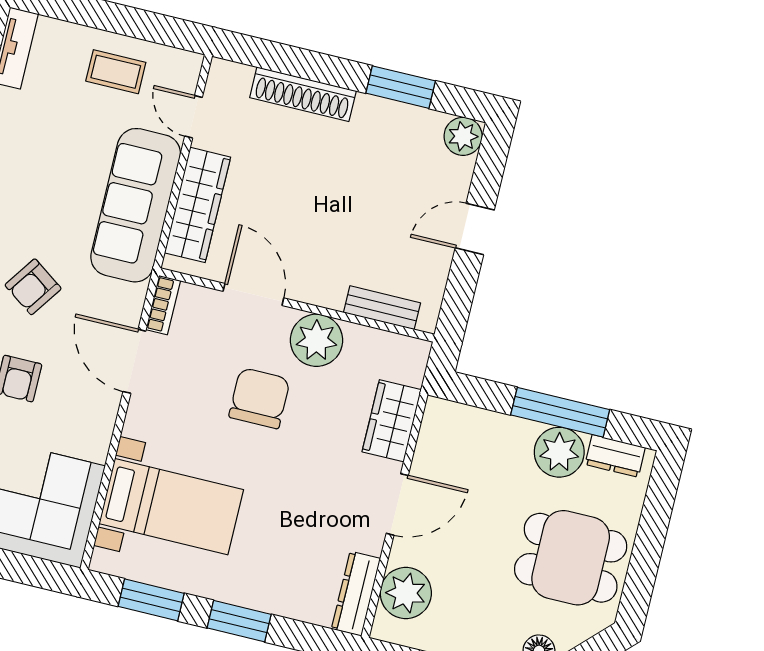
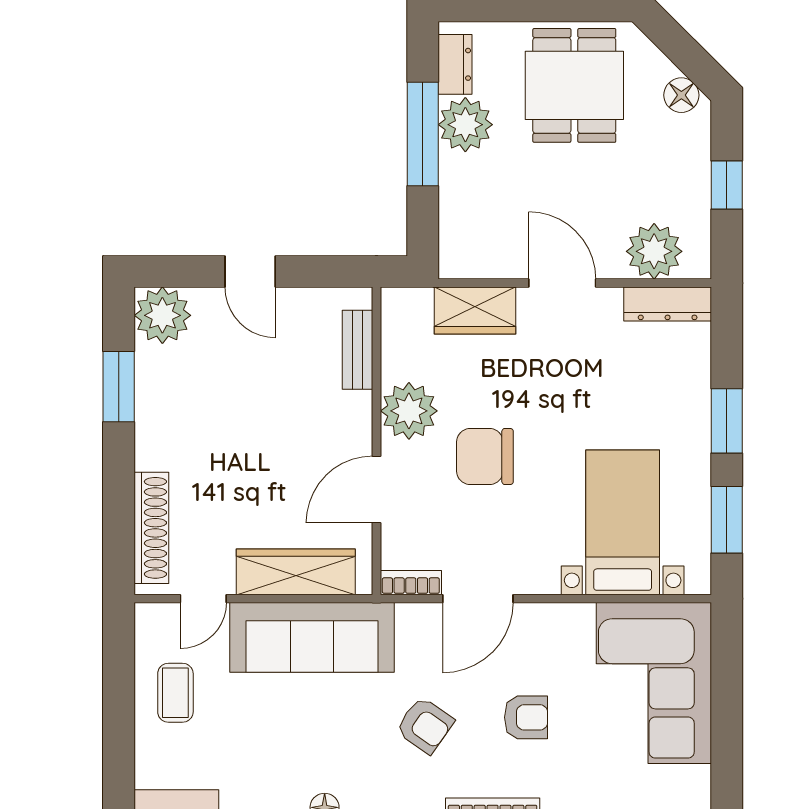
shoe rack: (303, 94) -> (151, 528), moved
plant: (463, 136) -> (162, 315), width x1.36, depth x1.36

